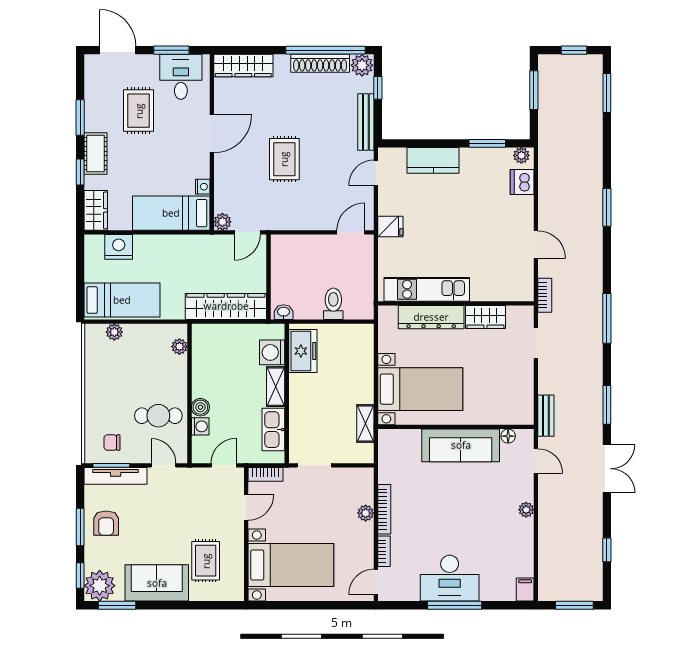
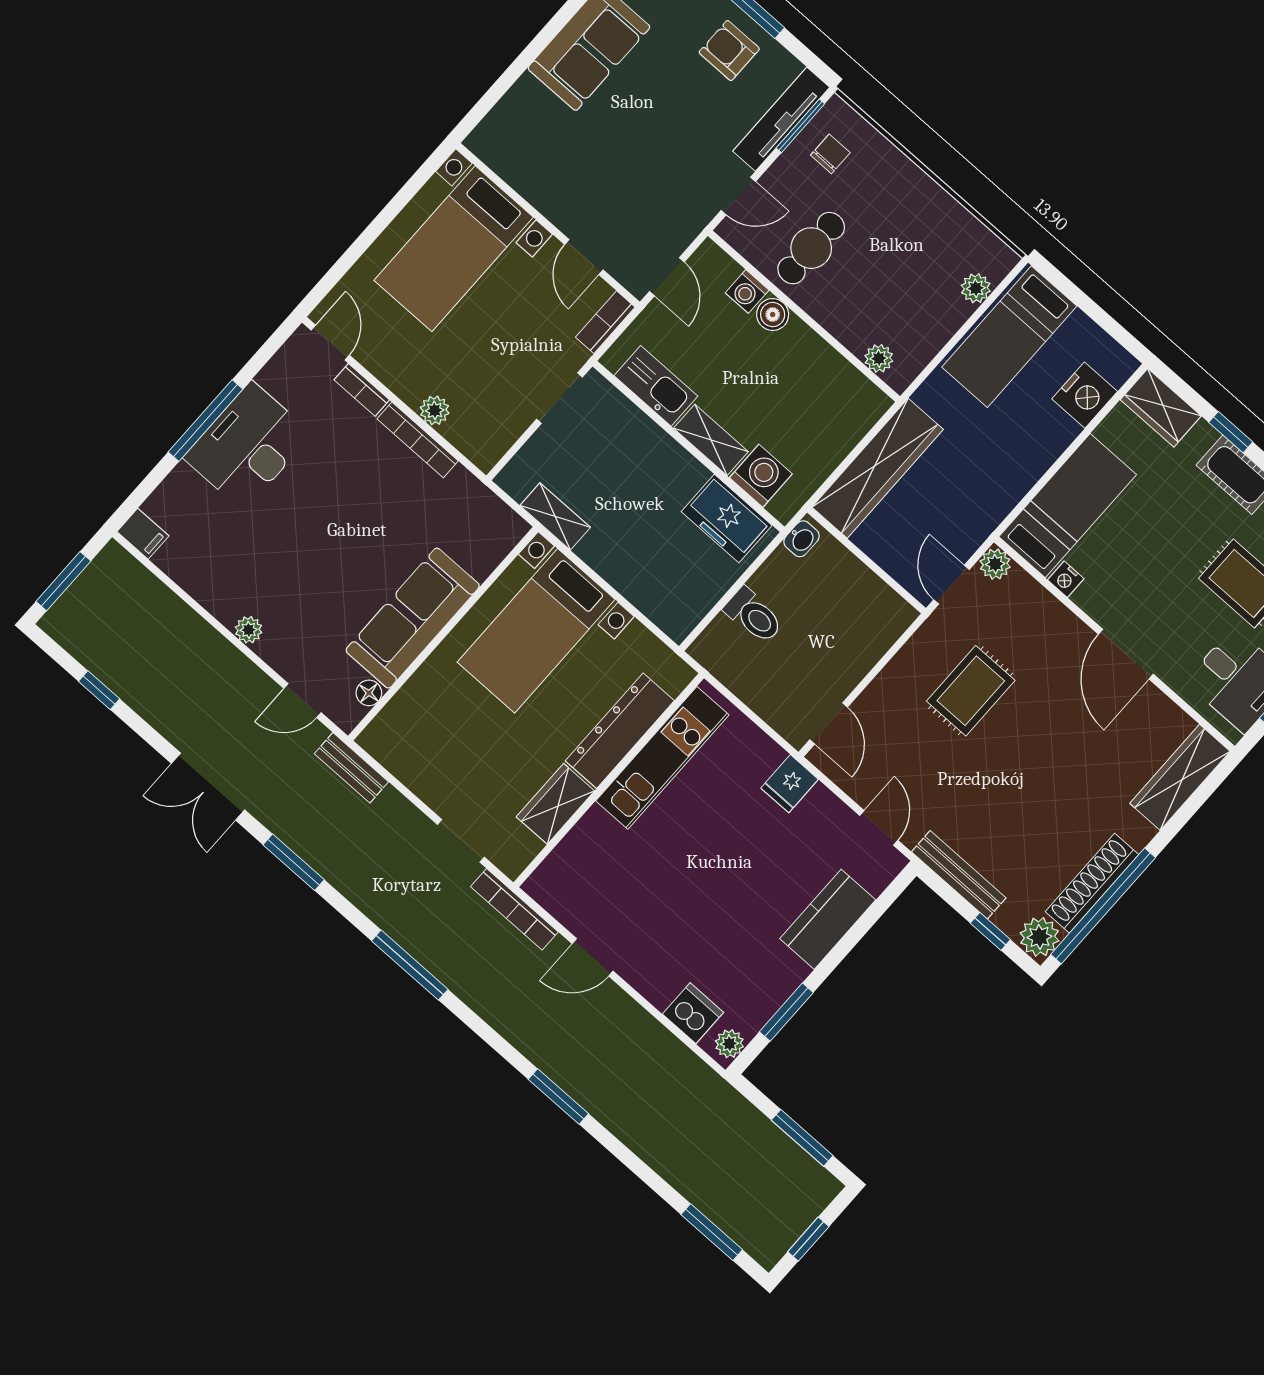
rug: (284, 159) -> (971, 691), moved, turned 90
bookcase: (545, 295) -> (514, 909), width x1.56
rug: (206, 561) -> (561, 139), removed

